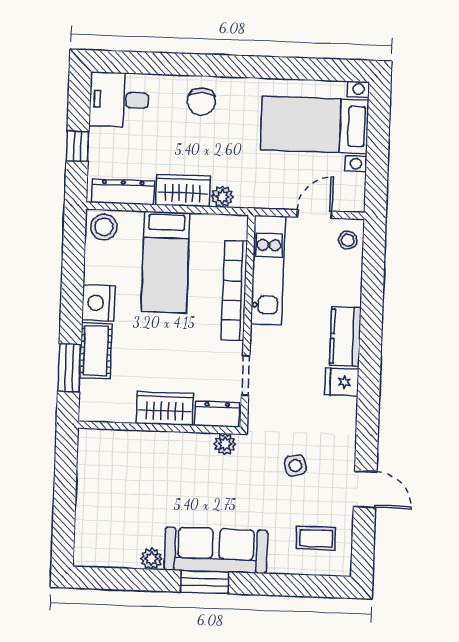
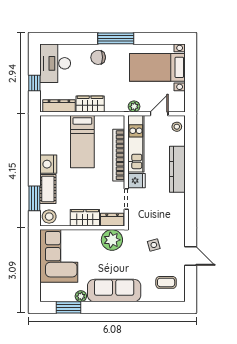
window: (237, 66) -> (116, 38), added
desk: (119, 100) -> (55, 63), width x1.37
chair: (201, 102) -> (98, 57), turned 90
plant: (222, 197) -> (134, 106), moved
stool: (104, 227) -> (49, 217), moved
kitchen counter: (345, 337) -> (177, 169), width x1.50
fridge: (342, 382) -> (137, 181), moved, turned 180
plant: (225, 444) -> (112, 240), width x1.88, depth x1.88
corner sofa: (112, 480) -> (59, 256), added
window: (204, 582) -> (68, 307), moved

